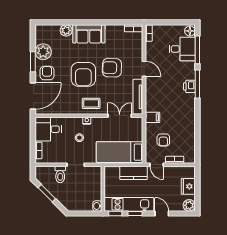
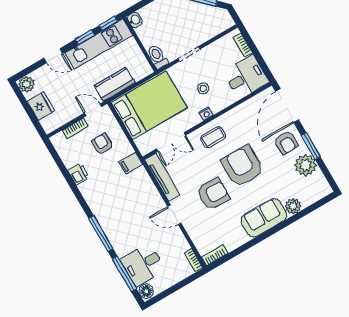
printer: (189, 86) -> (79, 174), moved
bed: (120, 152) -> (149, 105), width x1.50
toilet: (60, 174) -> (158, 57), moved

